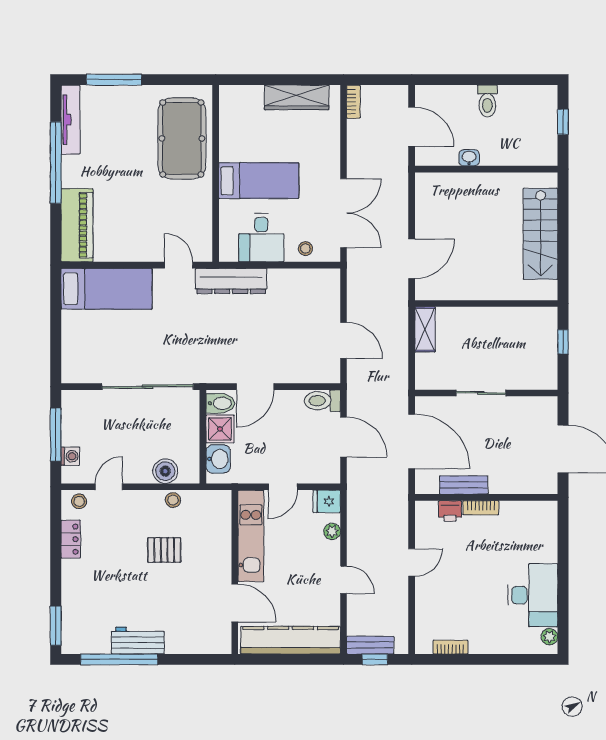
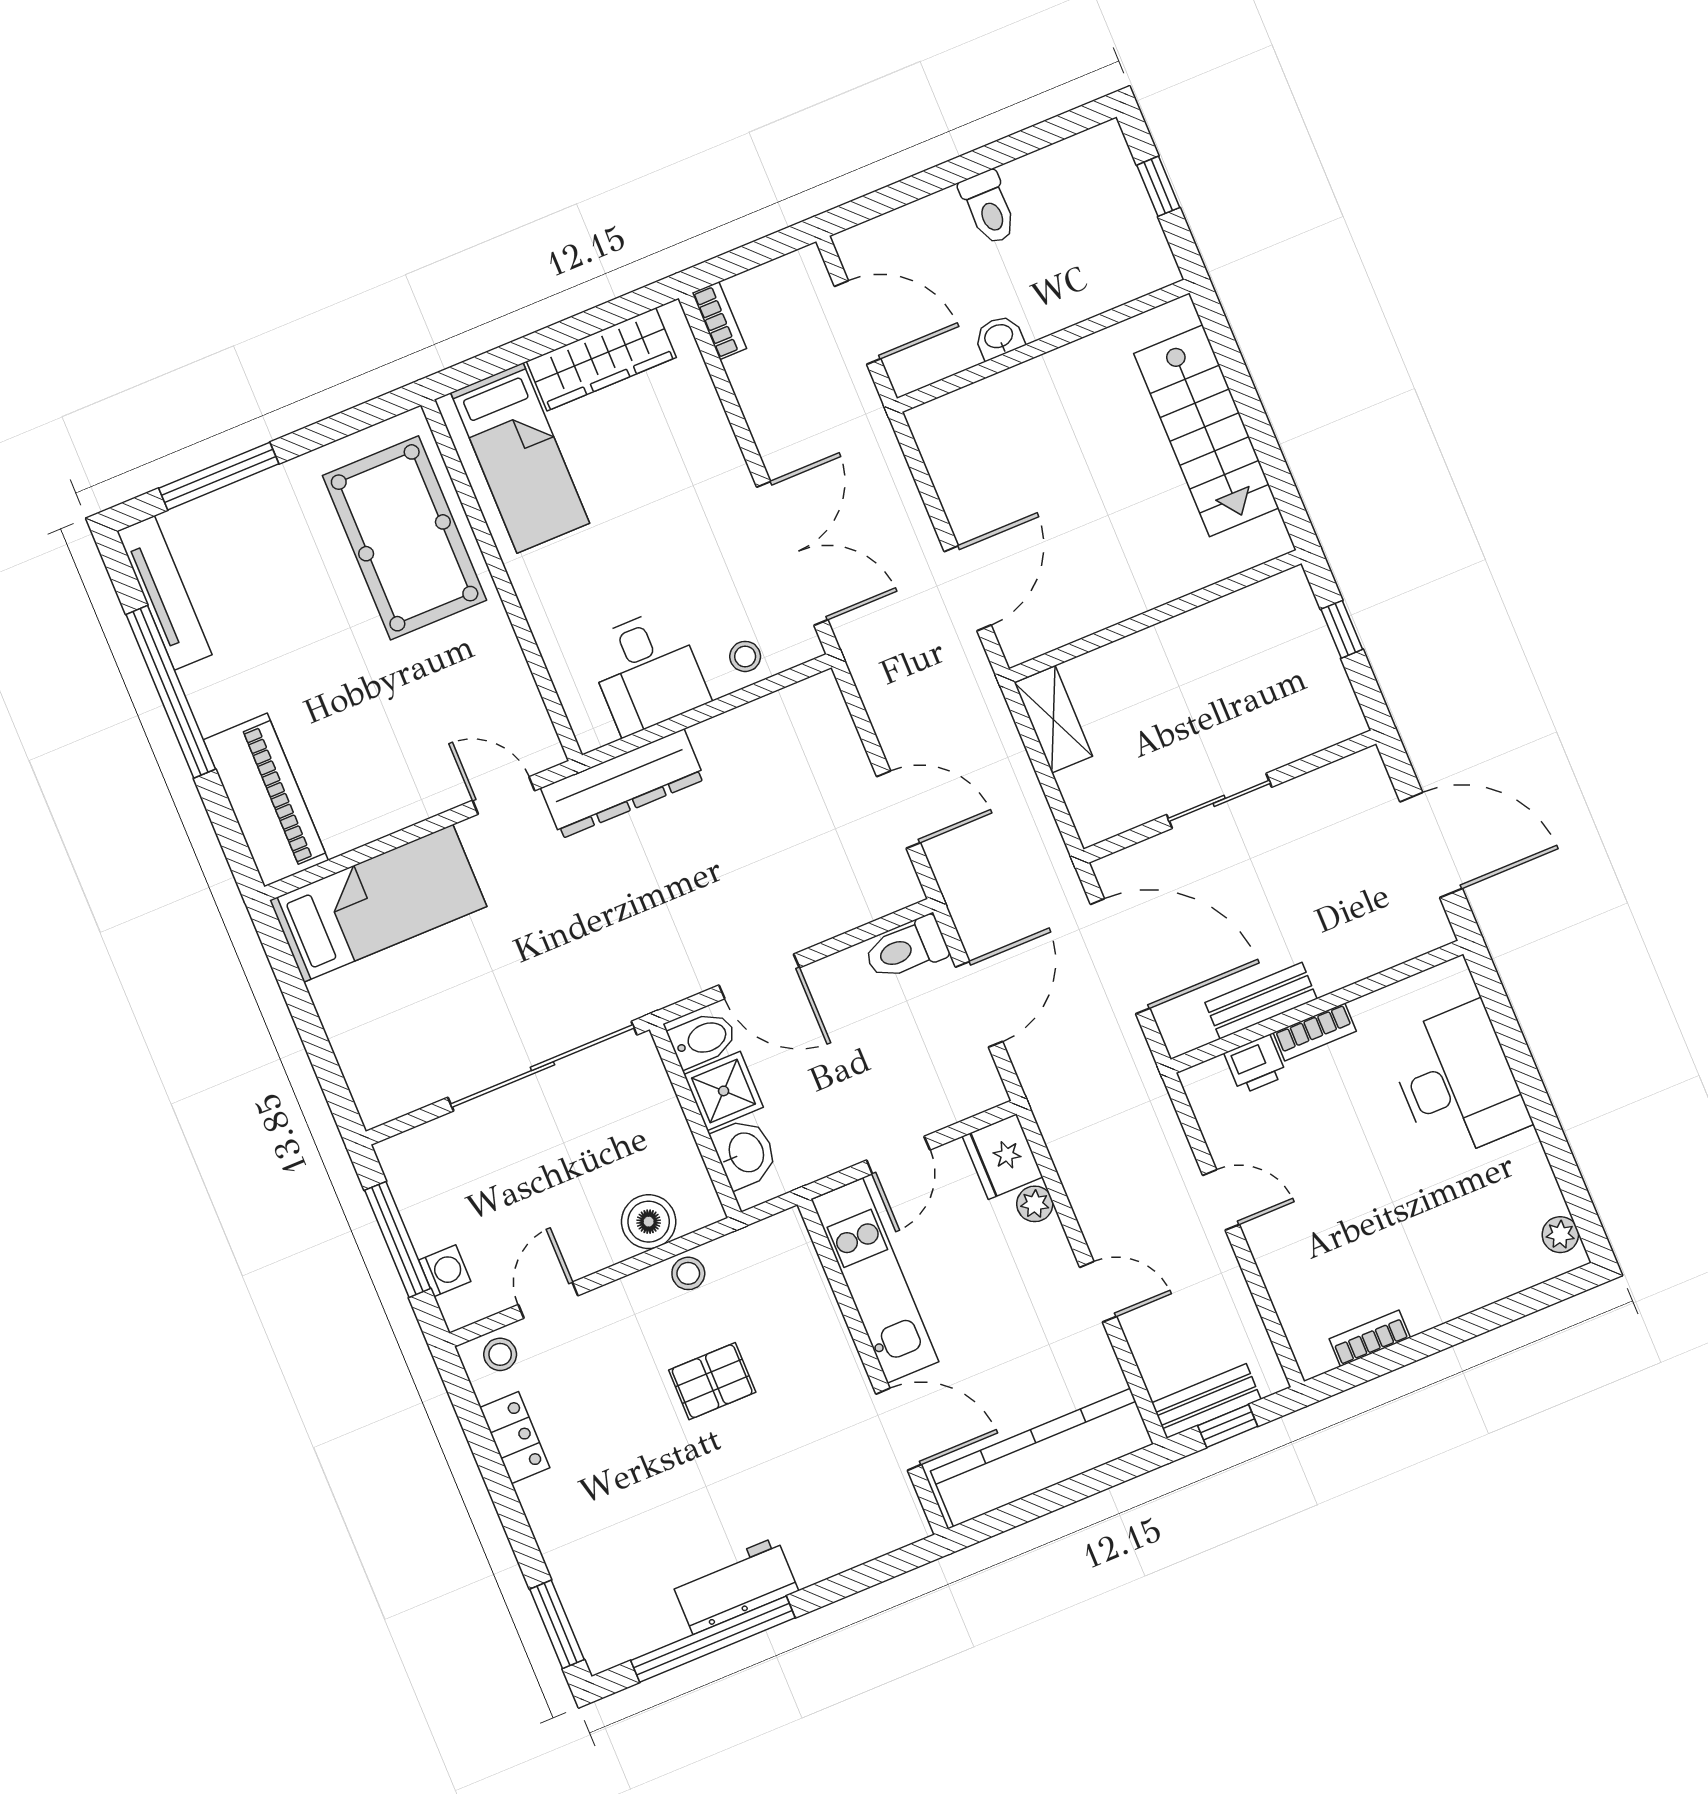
bed: (259, 181) -> (520, 458), moved, turned 90
door: (255, 387) -> (759, 976), hinge flipped
door: (343, 437) -> (979, 1004), hinge flipped
fridge: (327, 501) -> (1003, 1157), width x1.38
door: (412, 562) -> (1221, 1200), hinge flipped
desk: (533, 595) -> (1458, 1081), moved

